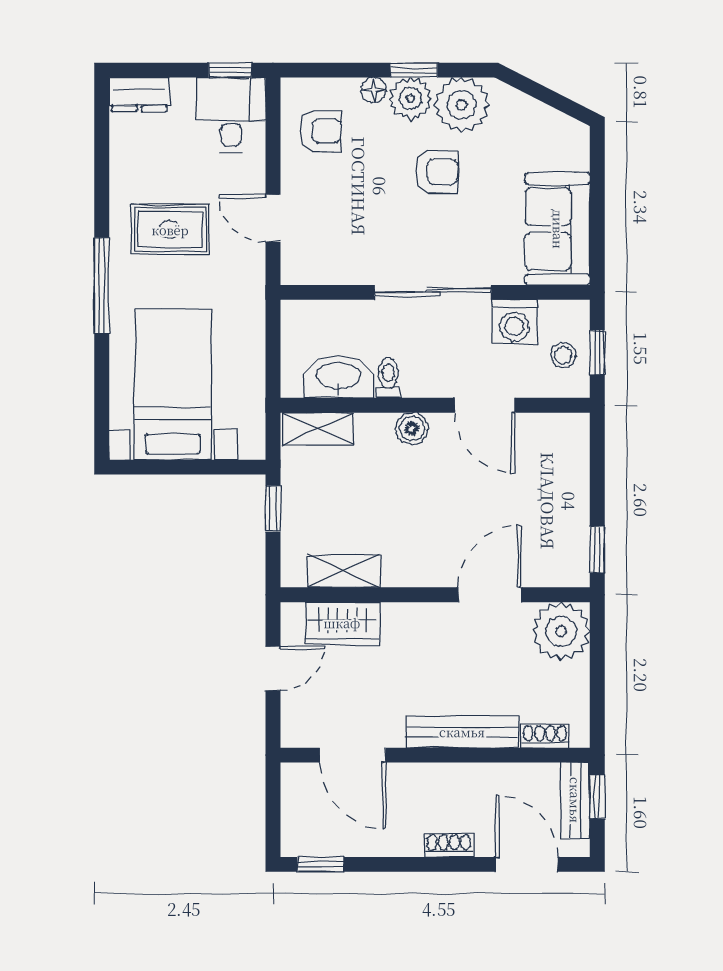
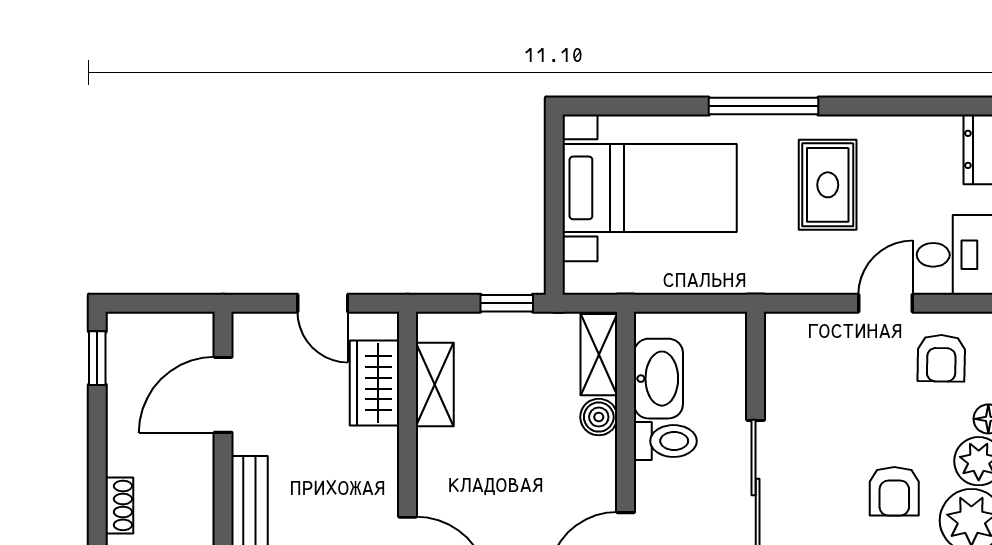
door: (273, 218) -> (886, 303), moved
toilet: (388, 378) -> (665, 441), width x1.37, depth x1.39
boiler: (412, 429) -> (599, 417), moved

